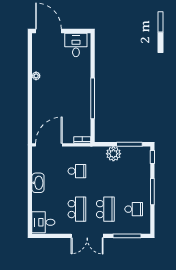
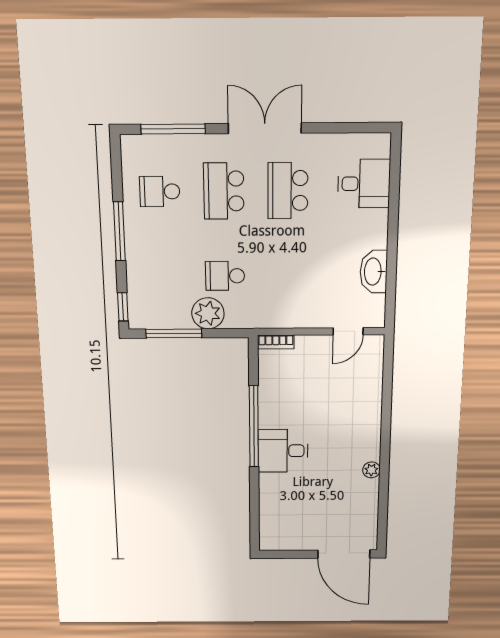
desk: (76, 45) -> (283, 451), moved, turned 90
door: (49, 145) -> (348, 331), width x0.53
school desk: (77, 171) -> (225, 276), moved
washbasin: (38, 183) -> (374, 272), moved
desk: (43, 222) -> (364, 184), moved

